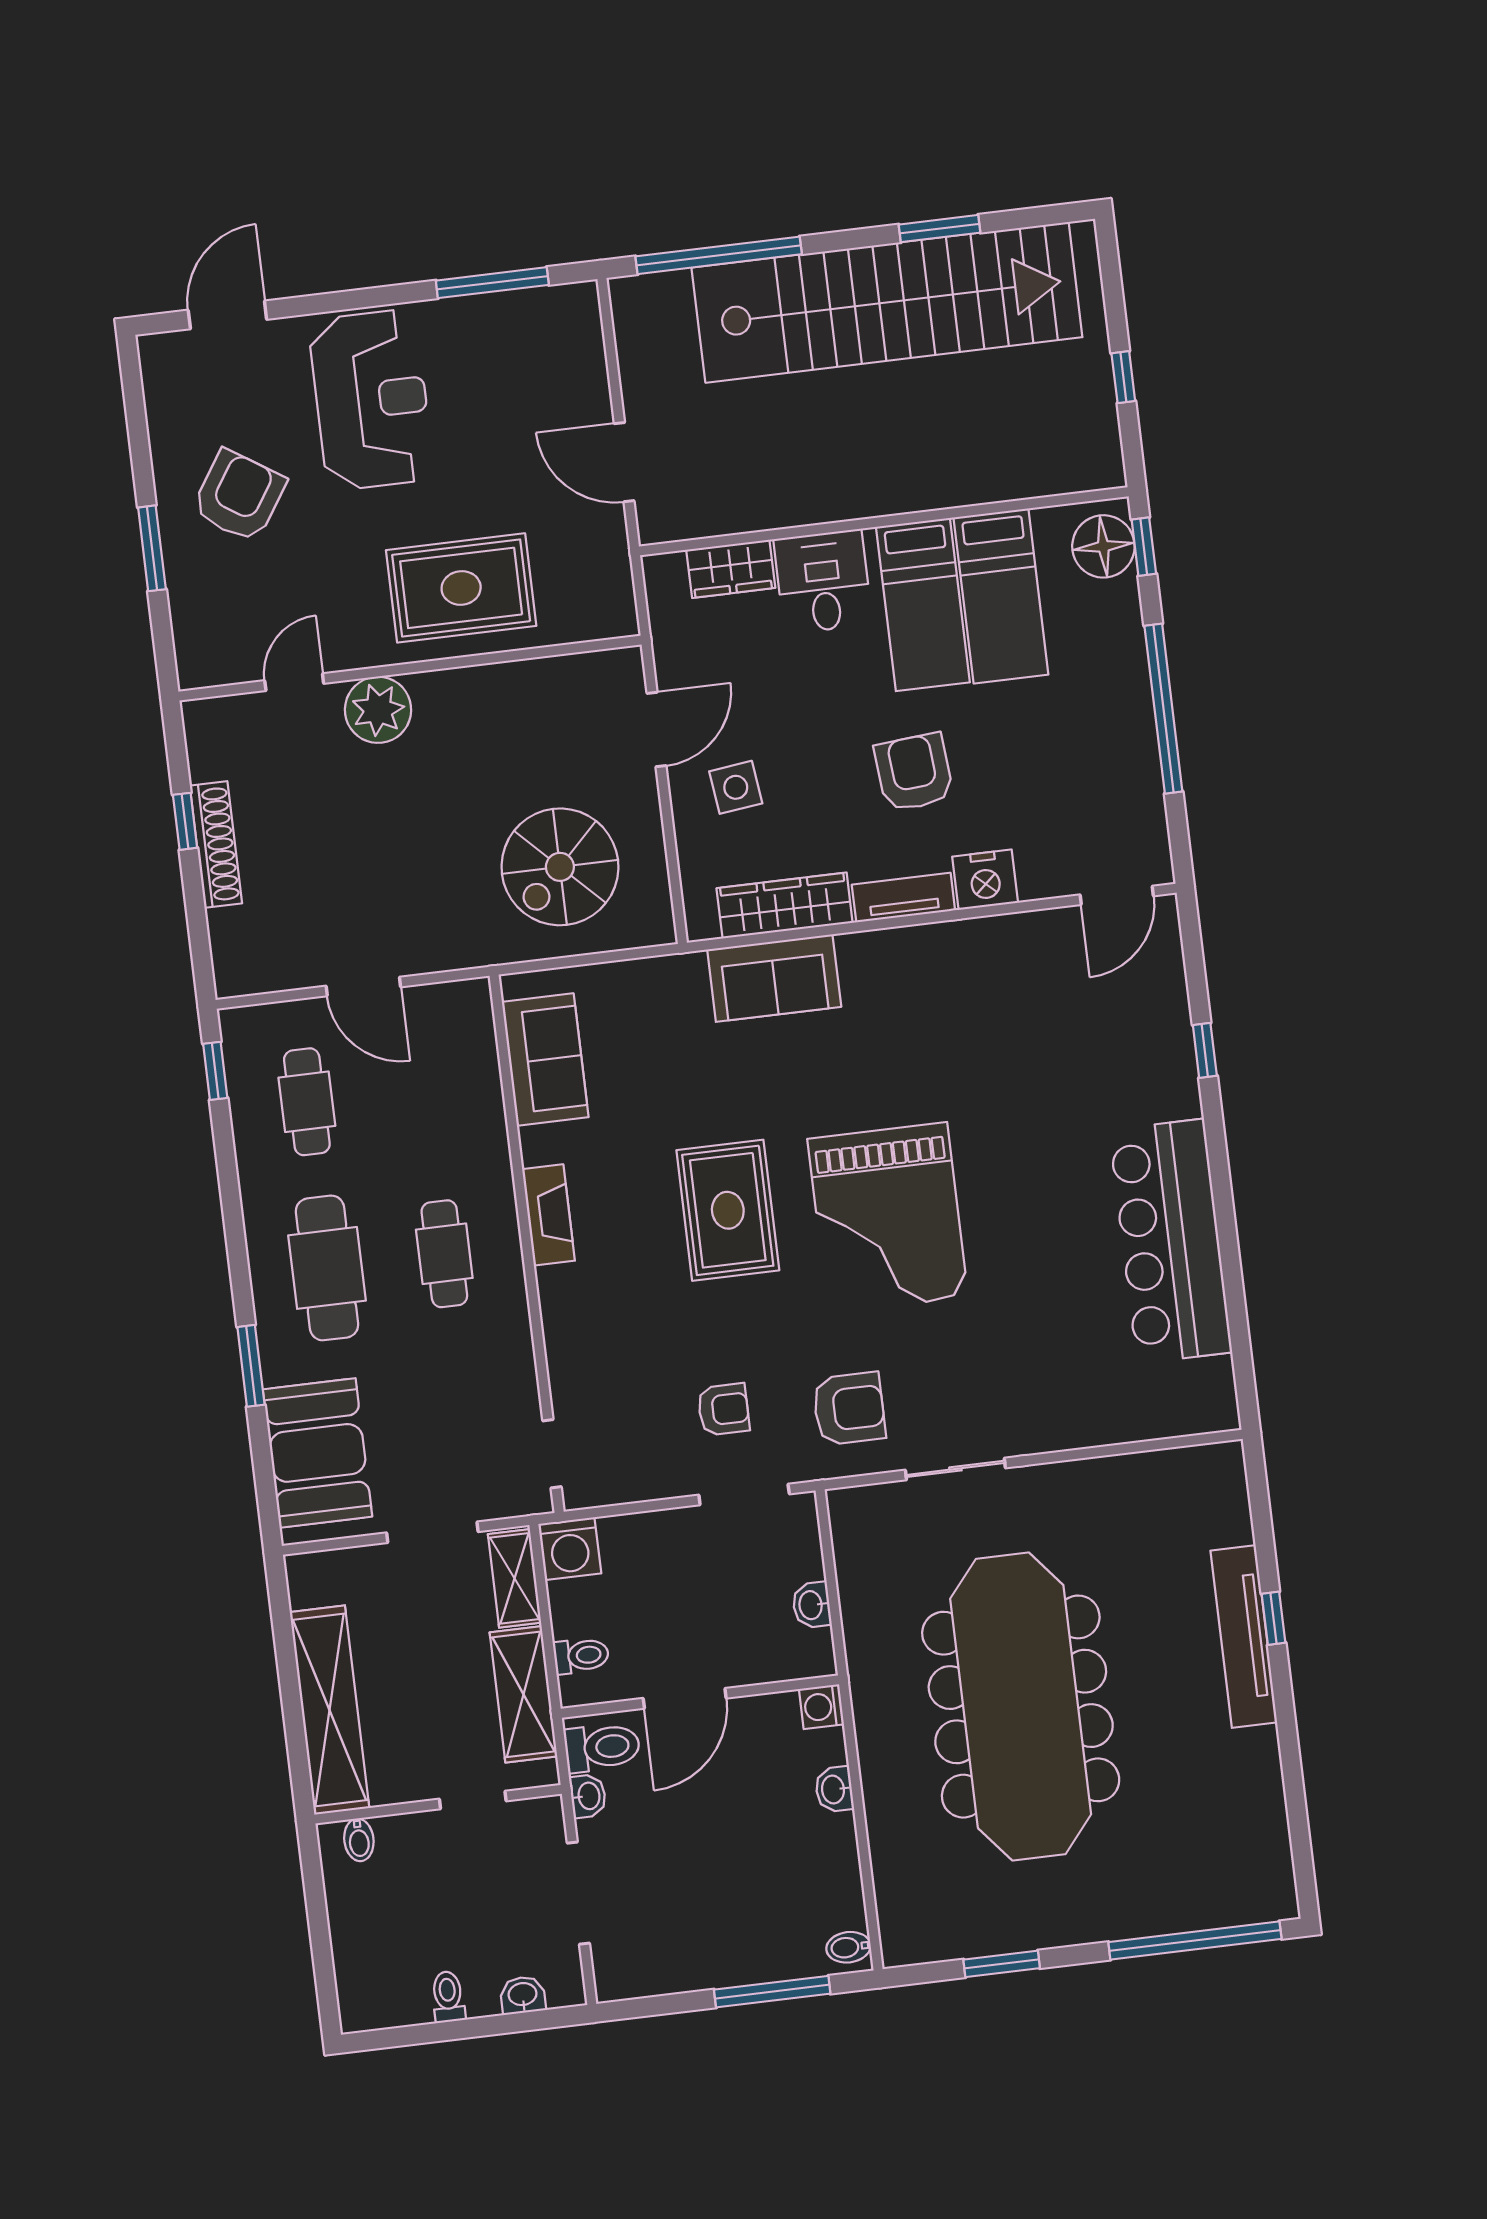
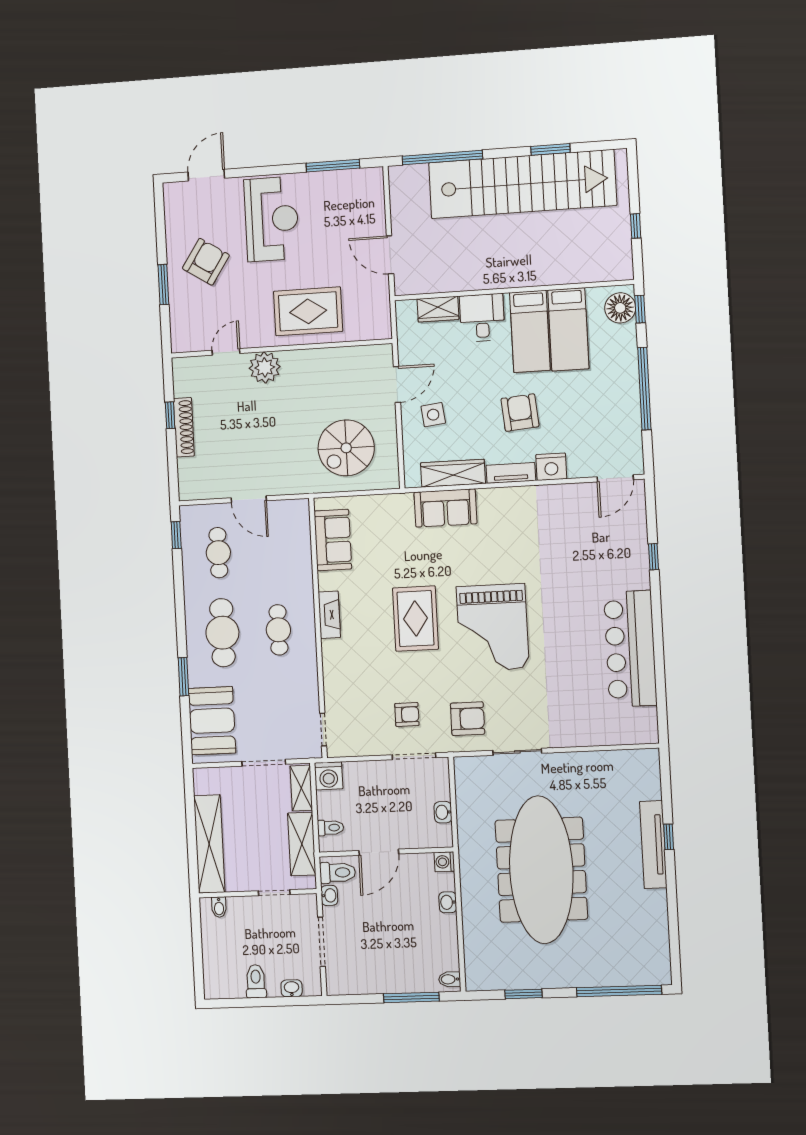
toilet: (448, 1997) -> (256, 981), width x1.37, depth x1.39

